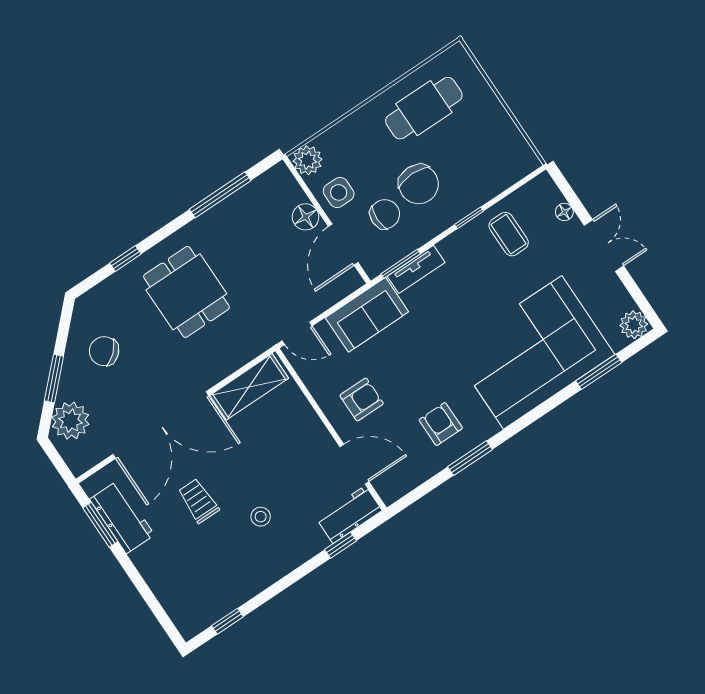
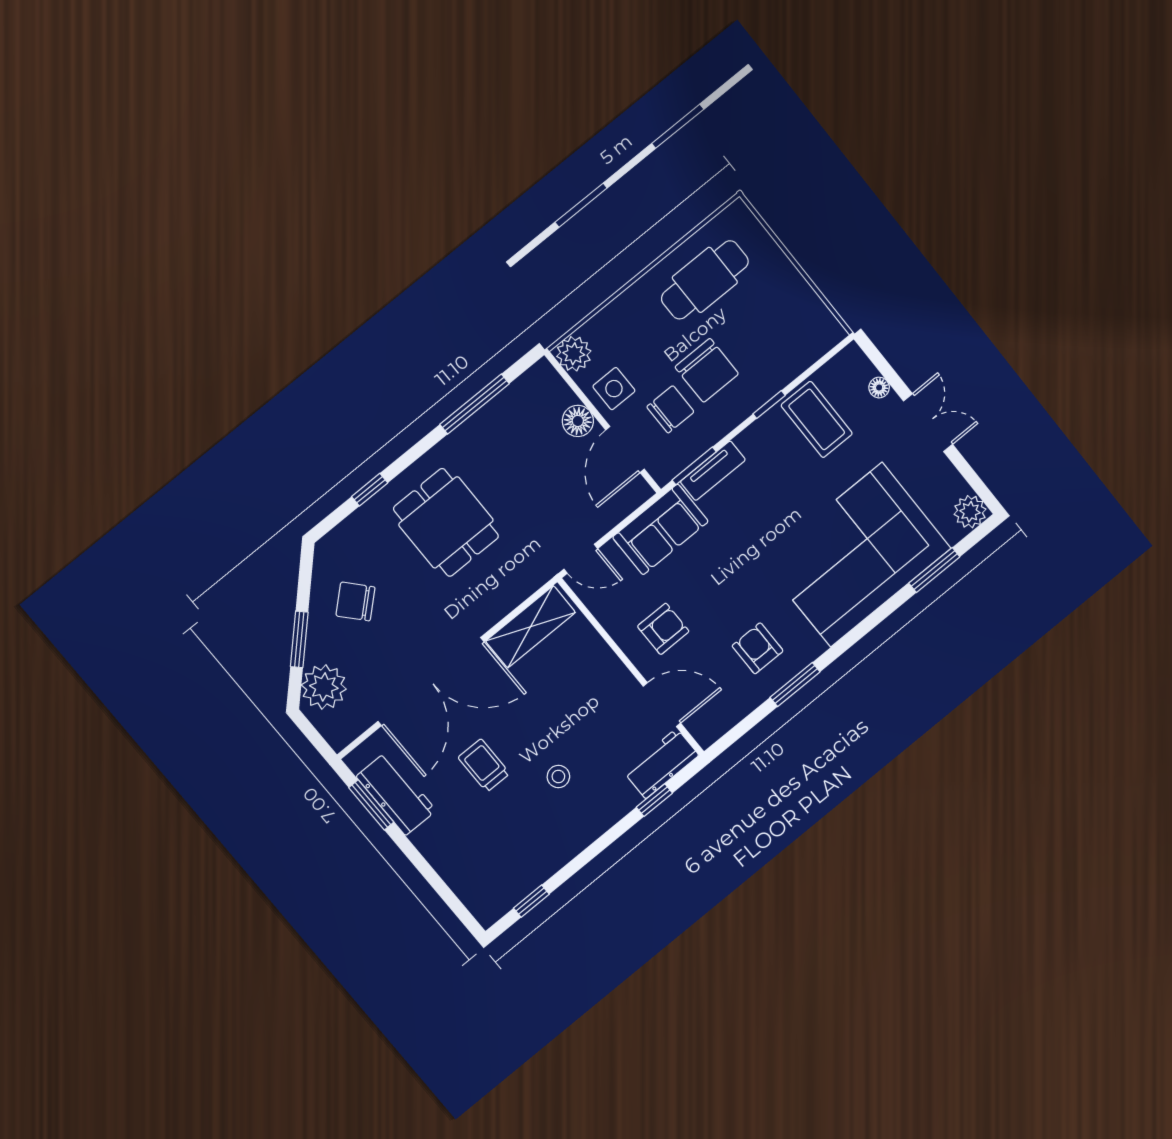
coffee table: (509, 234) -> (817, 419), width x1.36, depth x1.30

